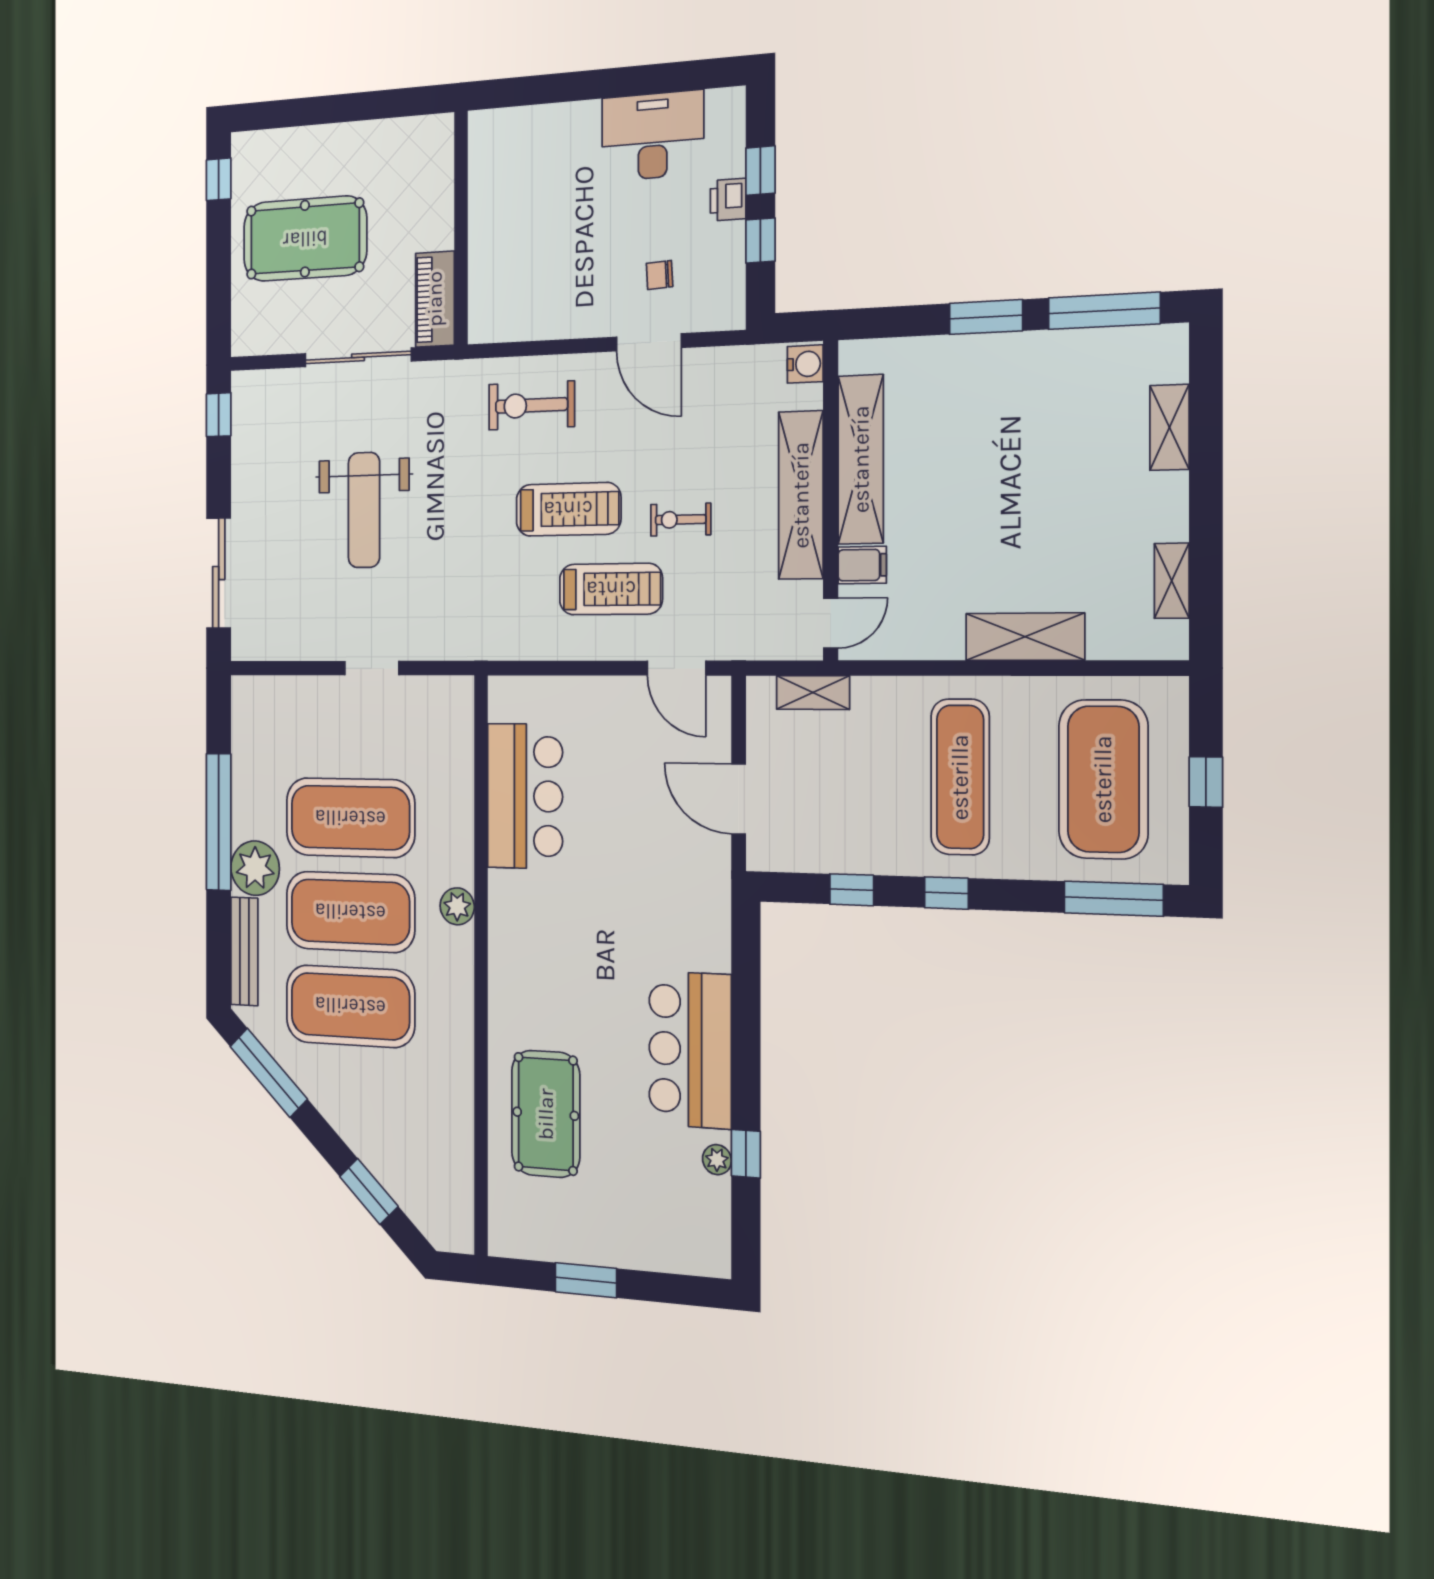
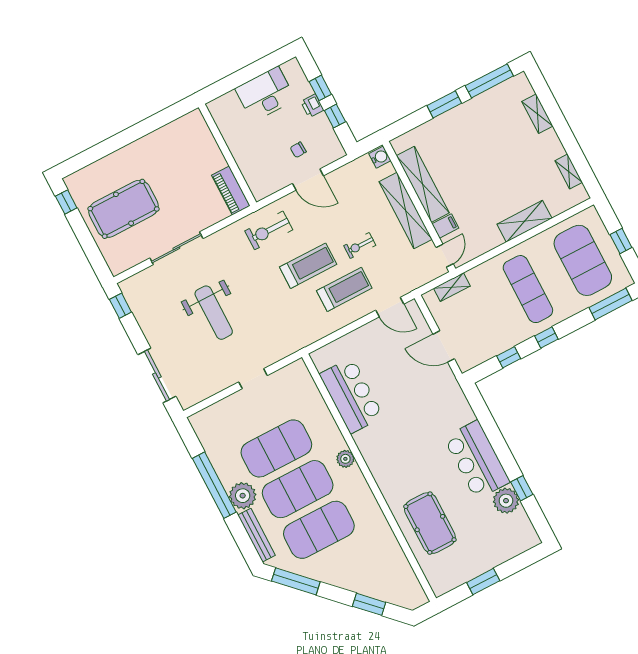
wall: (461, 228) -> (227, 155), moved
piano: (435, 299) -> (231, 191), moved
plant: (717, 1160) -> (506, 501), width x1.87, depth x1.87

